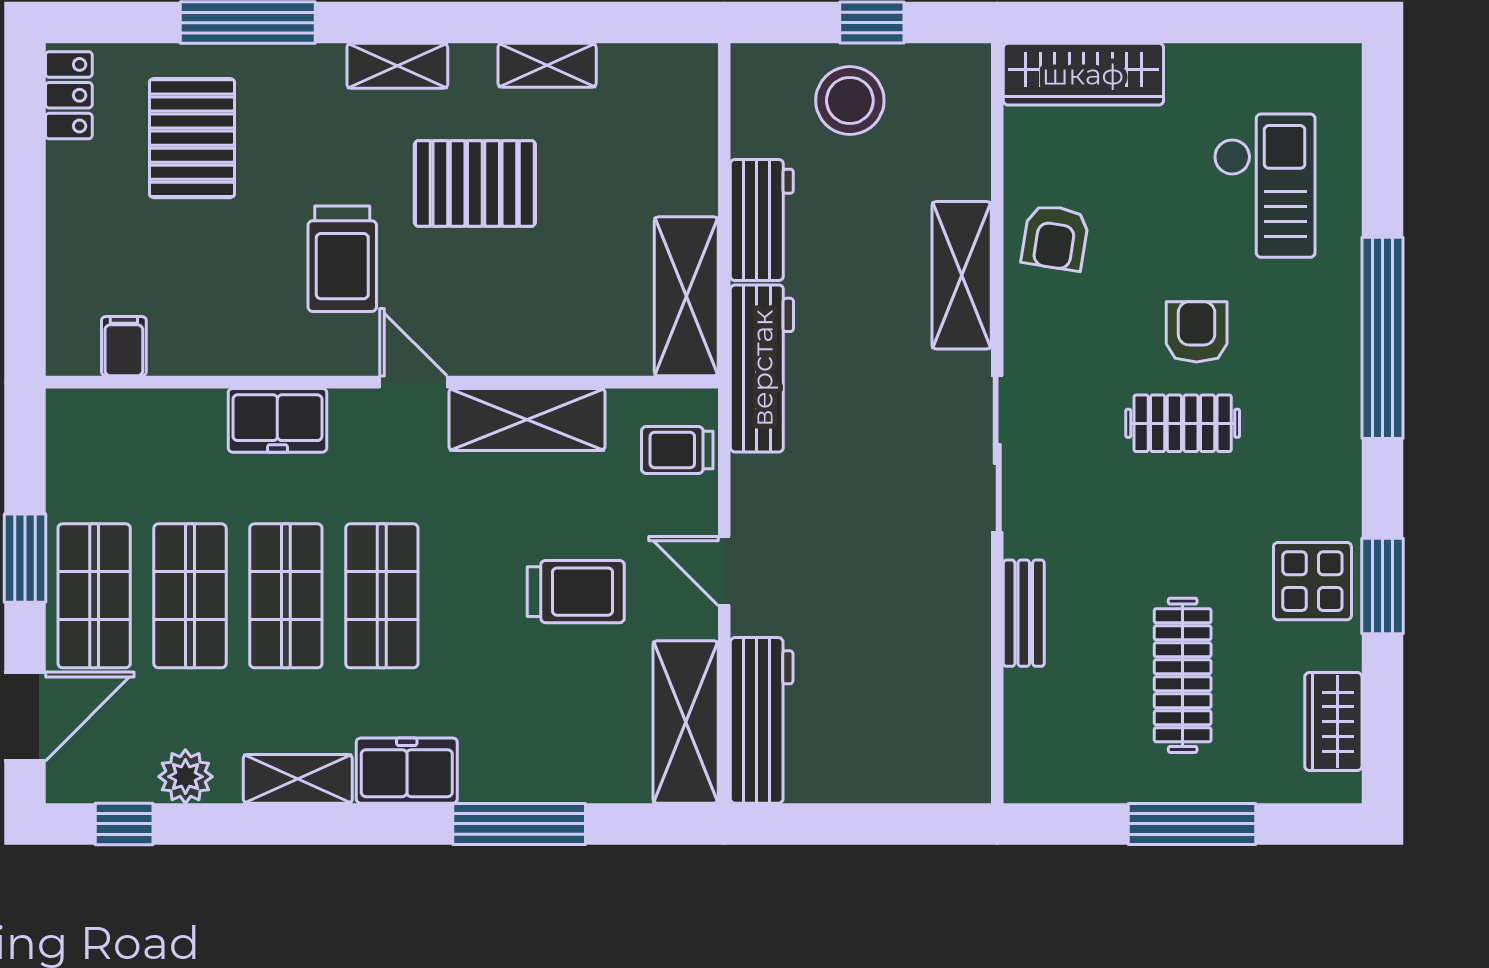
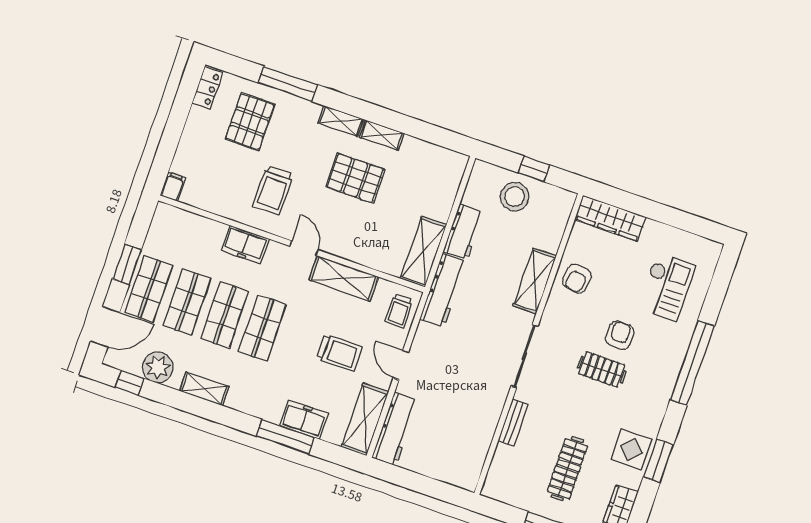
shelving: (547, 65) -> (382, 135), moved
trolley: (342, 259) -> (273, 190), moved
filing cabinet: (124, 346) -> (173, 187), moved
trolley: (677, 450) -> (399, 311), turned -90
freezer: (407, 771) -> (304, 420), moved
plant: (185, 777) -> (158, 367), width x1.36, depth x1.36

